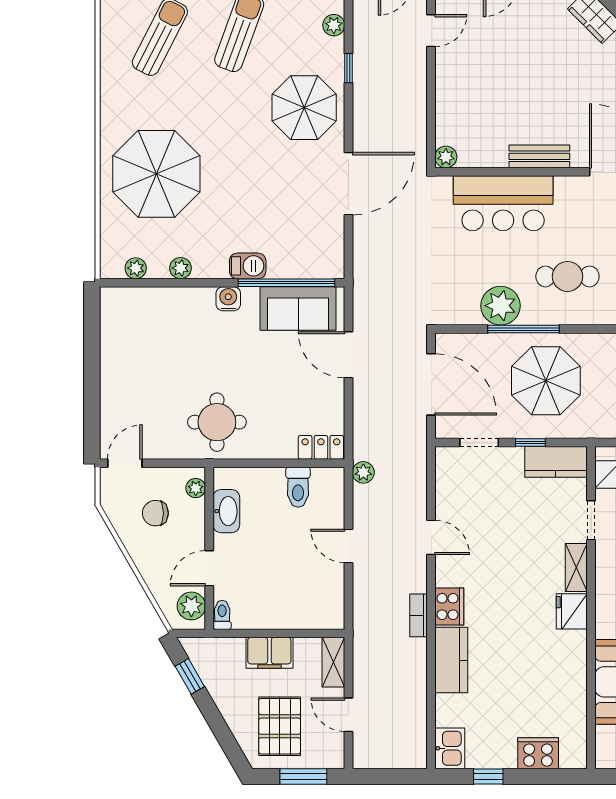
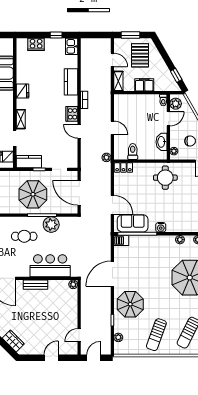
barbecue: (248, 266) -> (121, 241), moved
cooker: (449, 606) -> (72, 114), moved
fridge: (572, 611) -> (23, 91), moved

